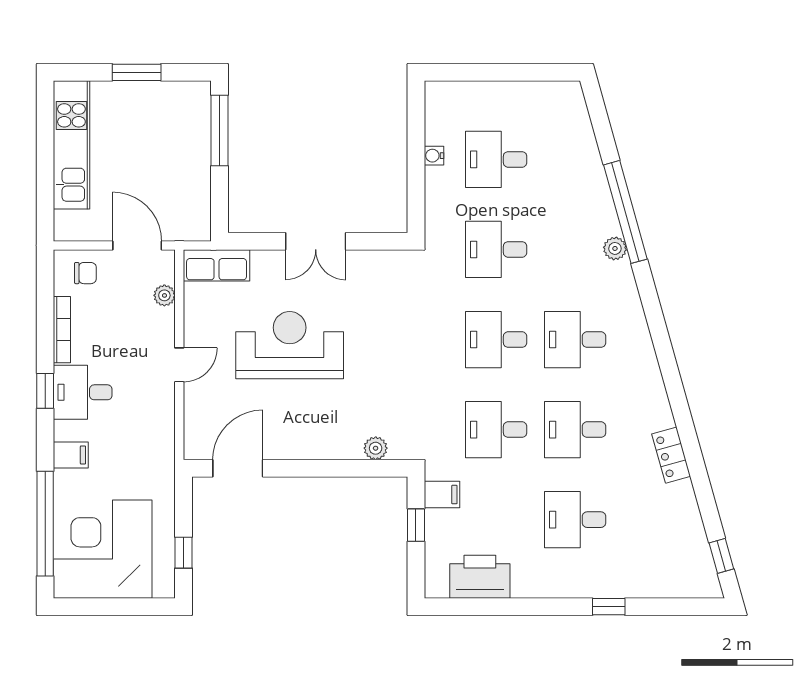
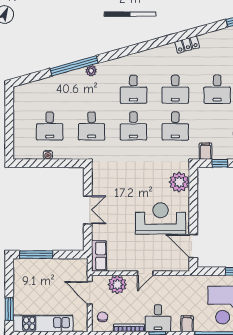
window: (137, 72) -> (9, 309), moved
door: (137, 245) -> (90, 293), hinge flipped
plant: (164, 295) -> (117, 285), width x1.88, depth x1.88
reception desk: (290, 345) -> (161, 218), moved, turned 90
door: (179, 365) -> (145, 273), swing flipped
plant: (376, 448) -> (179, 182), width x1.88, depth x1.88

